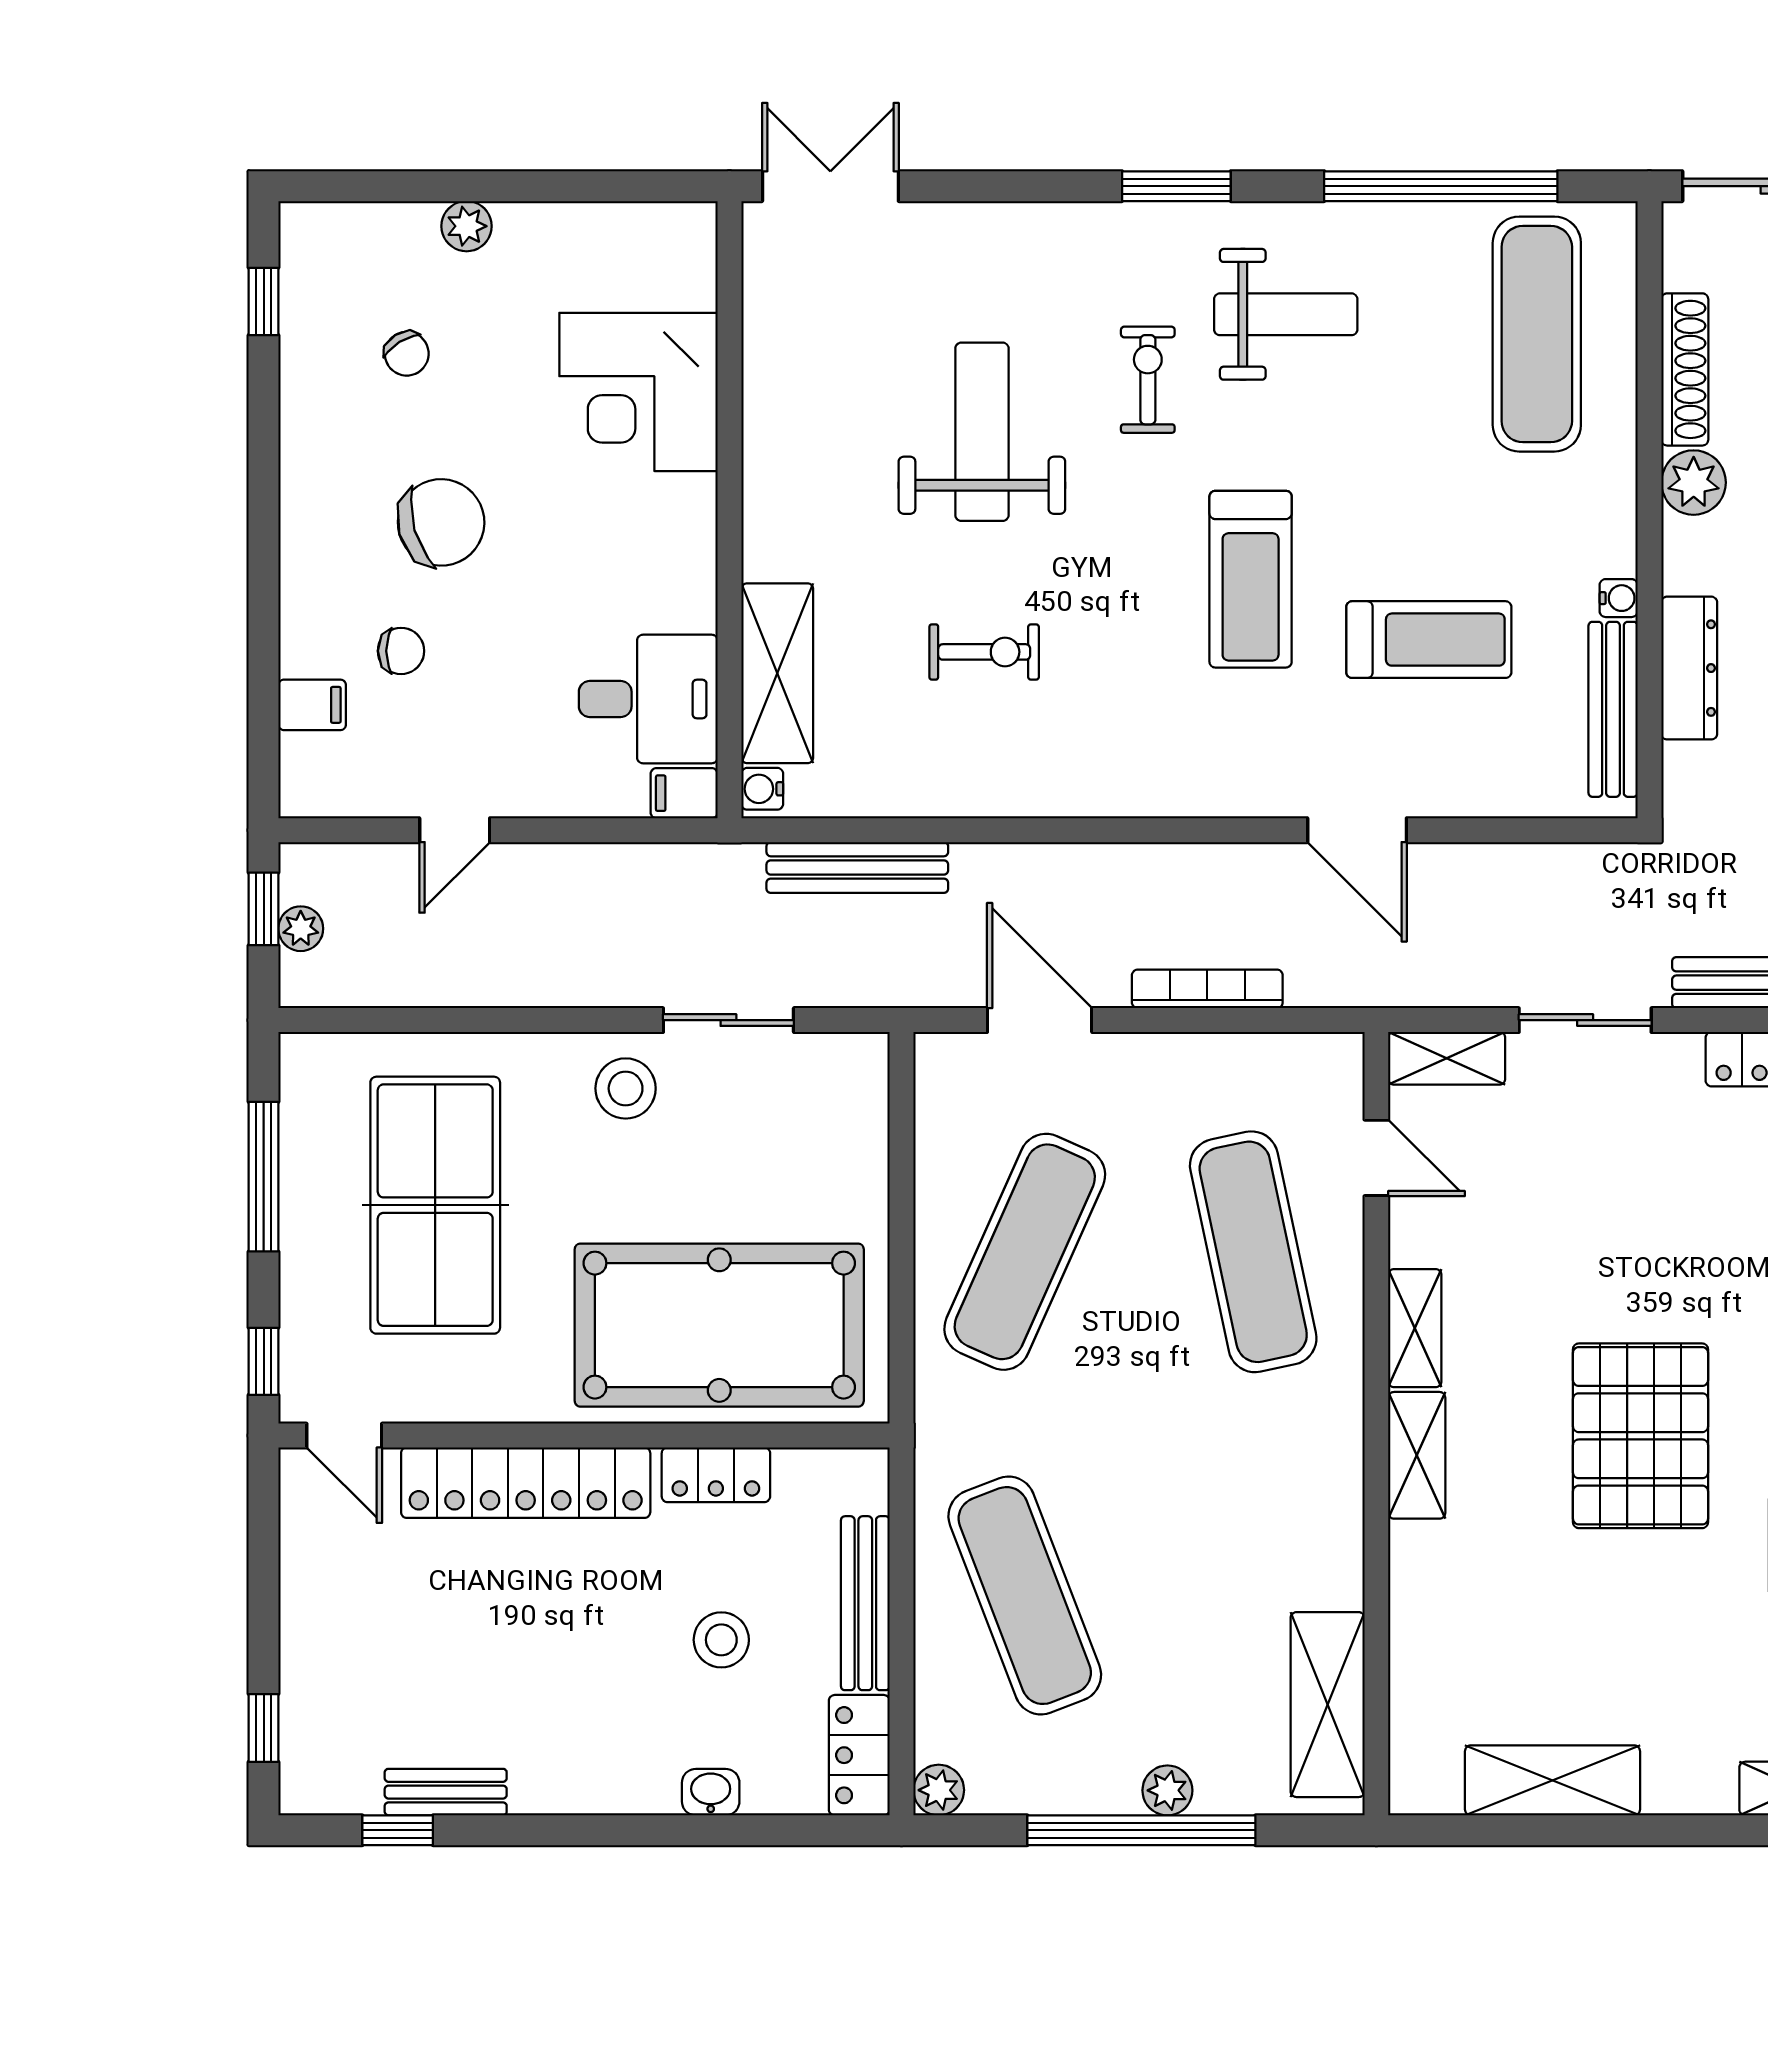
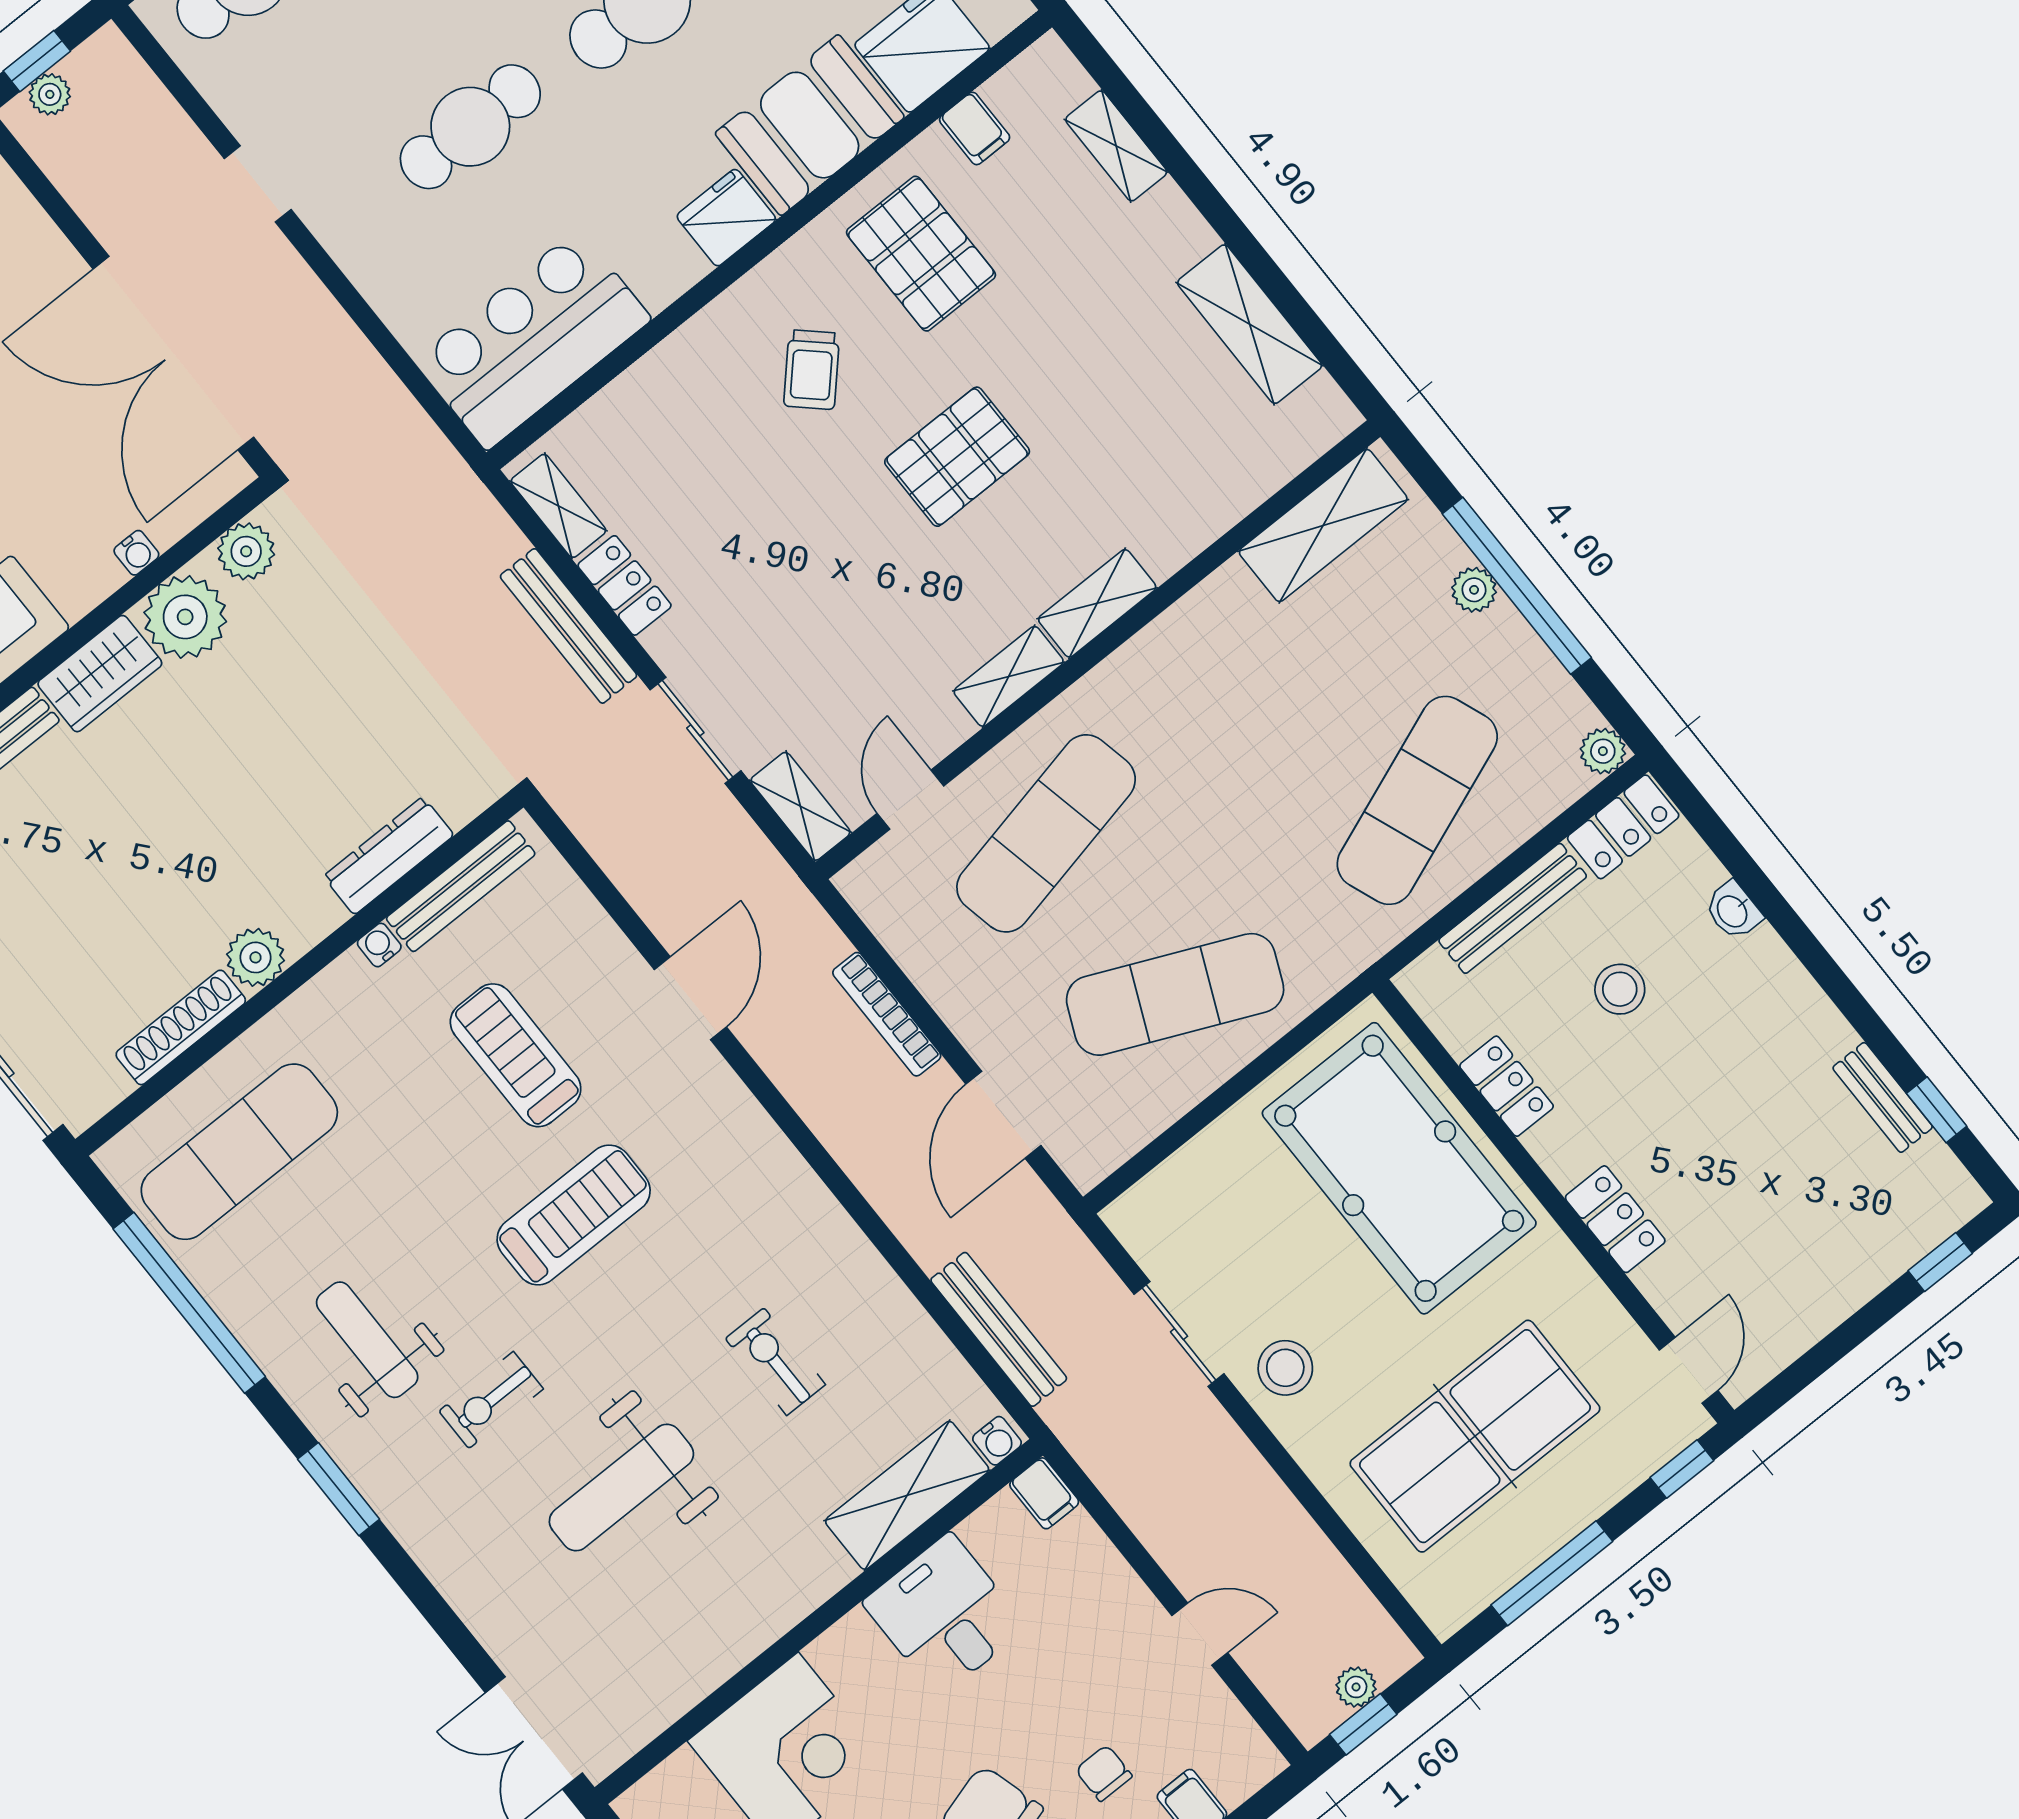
desk: (648, 699) -> (945, 1615), moved
pallet: (1641, 1436) -> (957, 457), width x0.73, depth x0.71
locker: (526, 1483) -> (1615, 1219), width x0.46, depth x0.83

